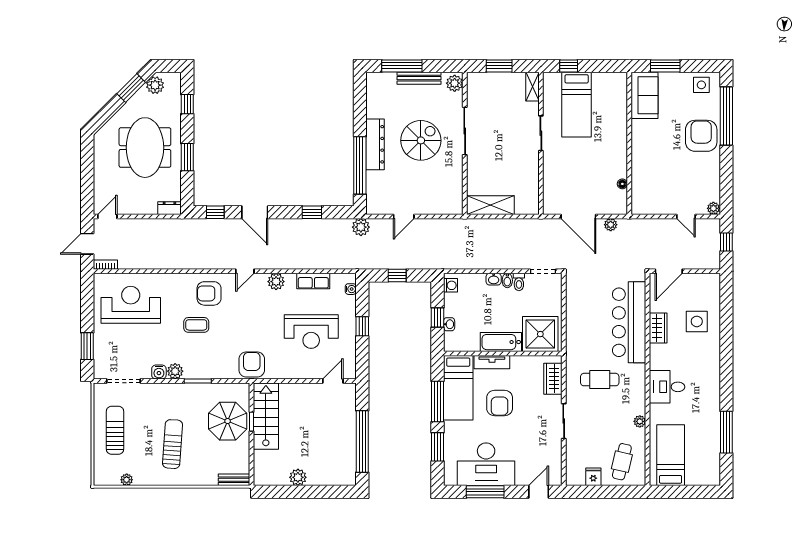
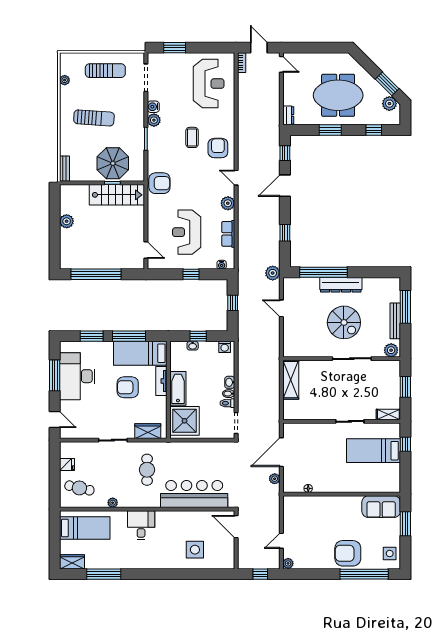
armchair: (701, 136) -> (348, 553), turned 180
wardrobe: (658, 328) -> (72, 562), moved, turned 180

